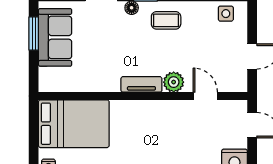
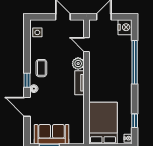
door: (205, 96) -> (87, 45), hinge flipped

